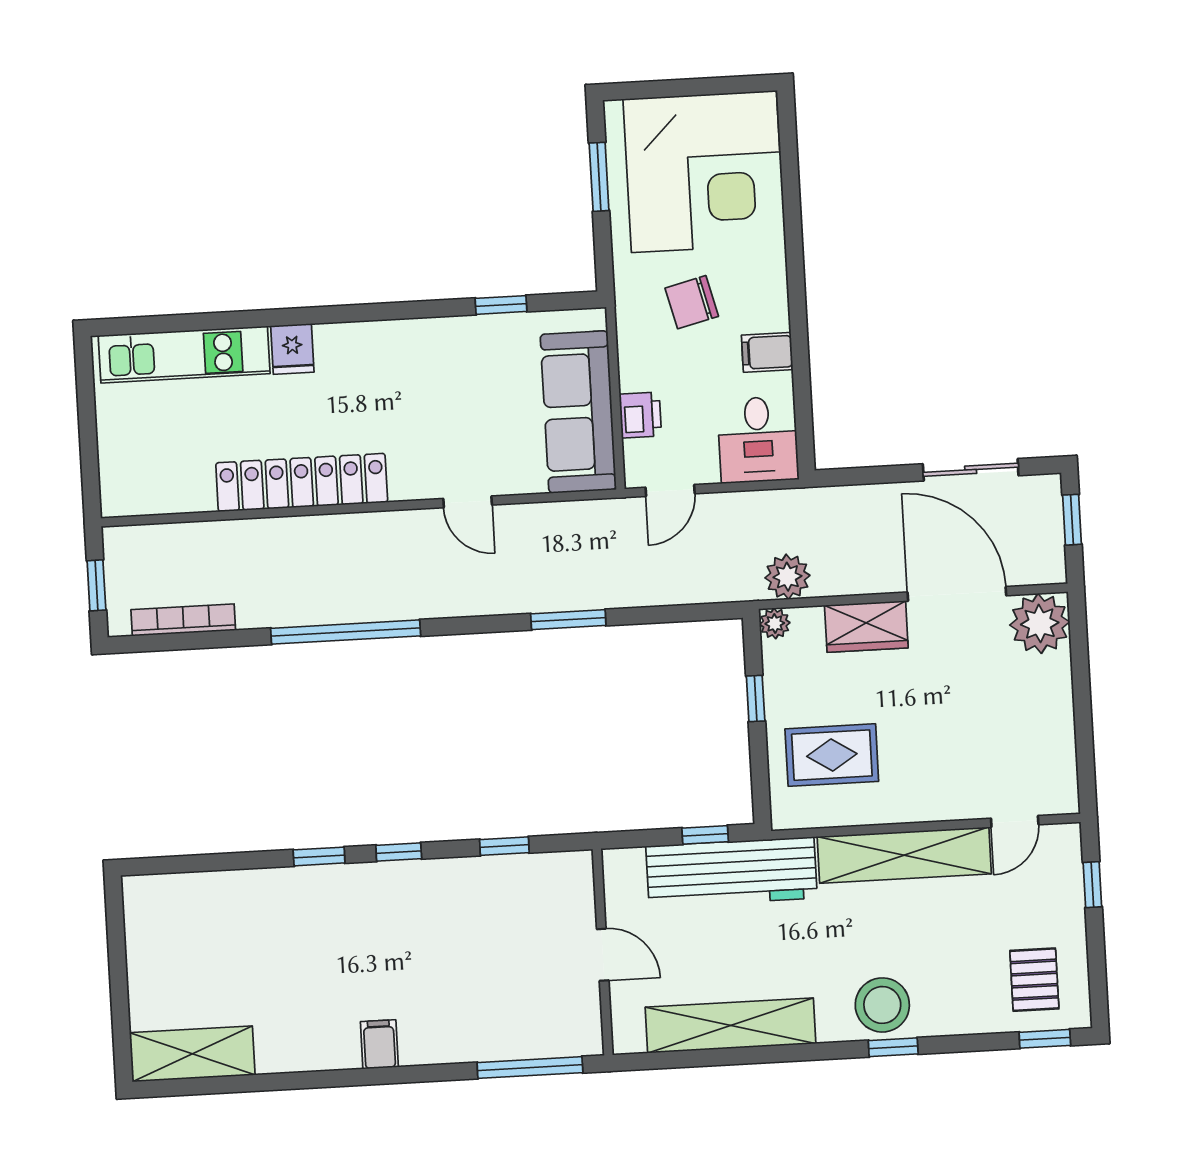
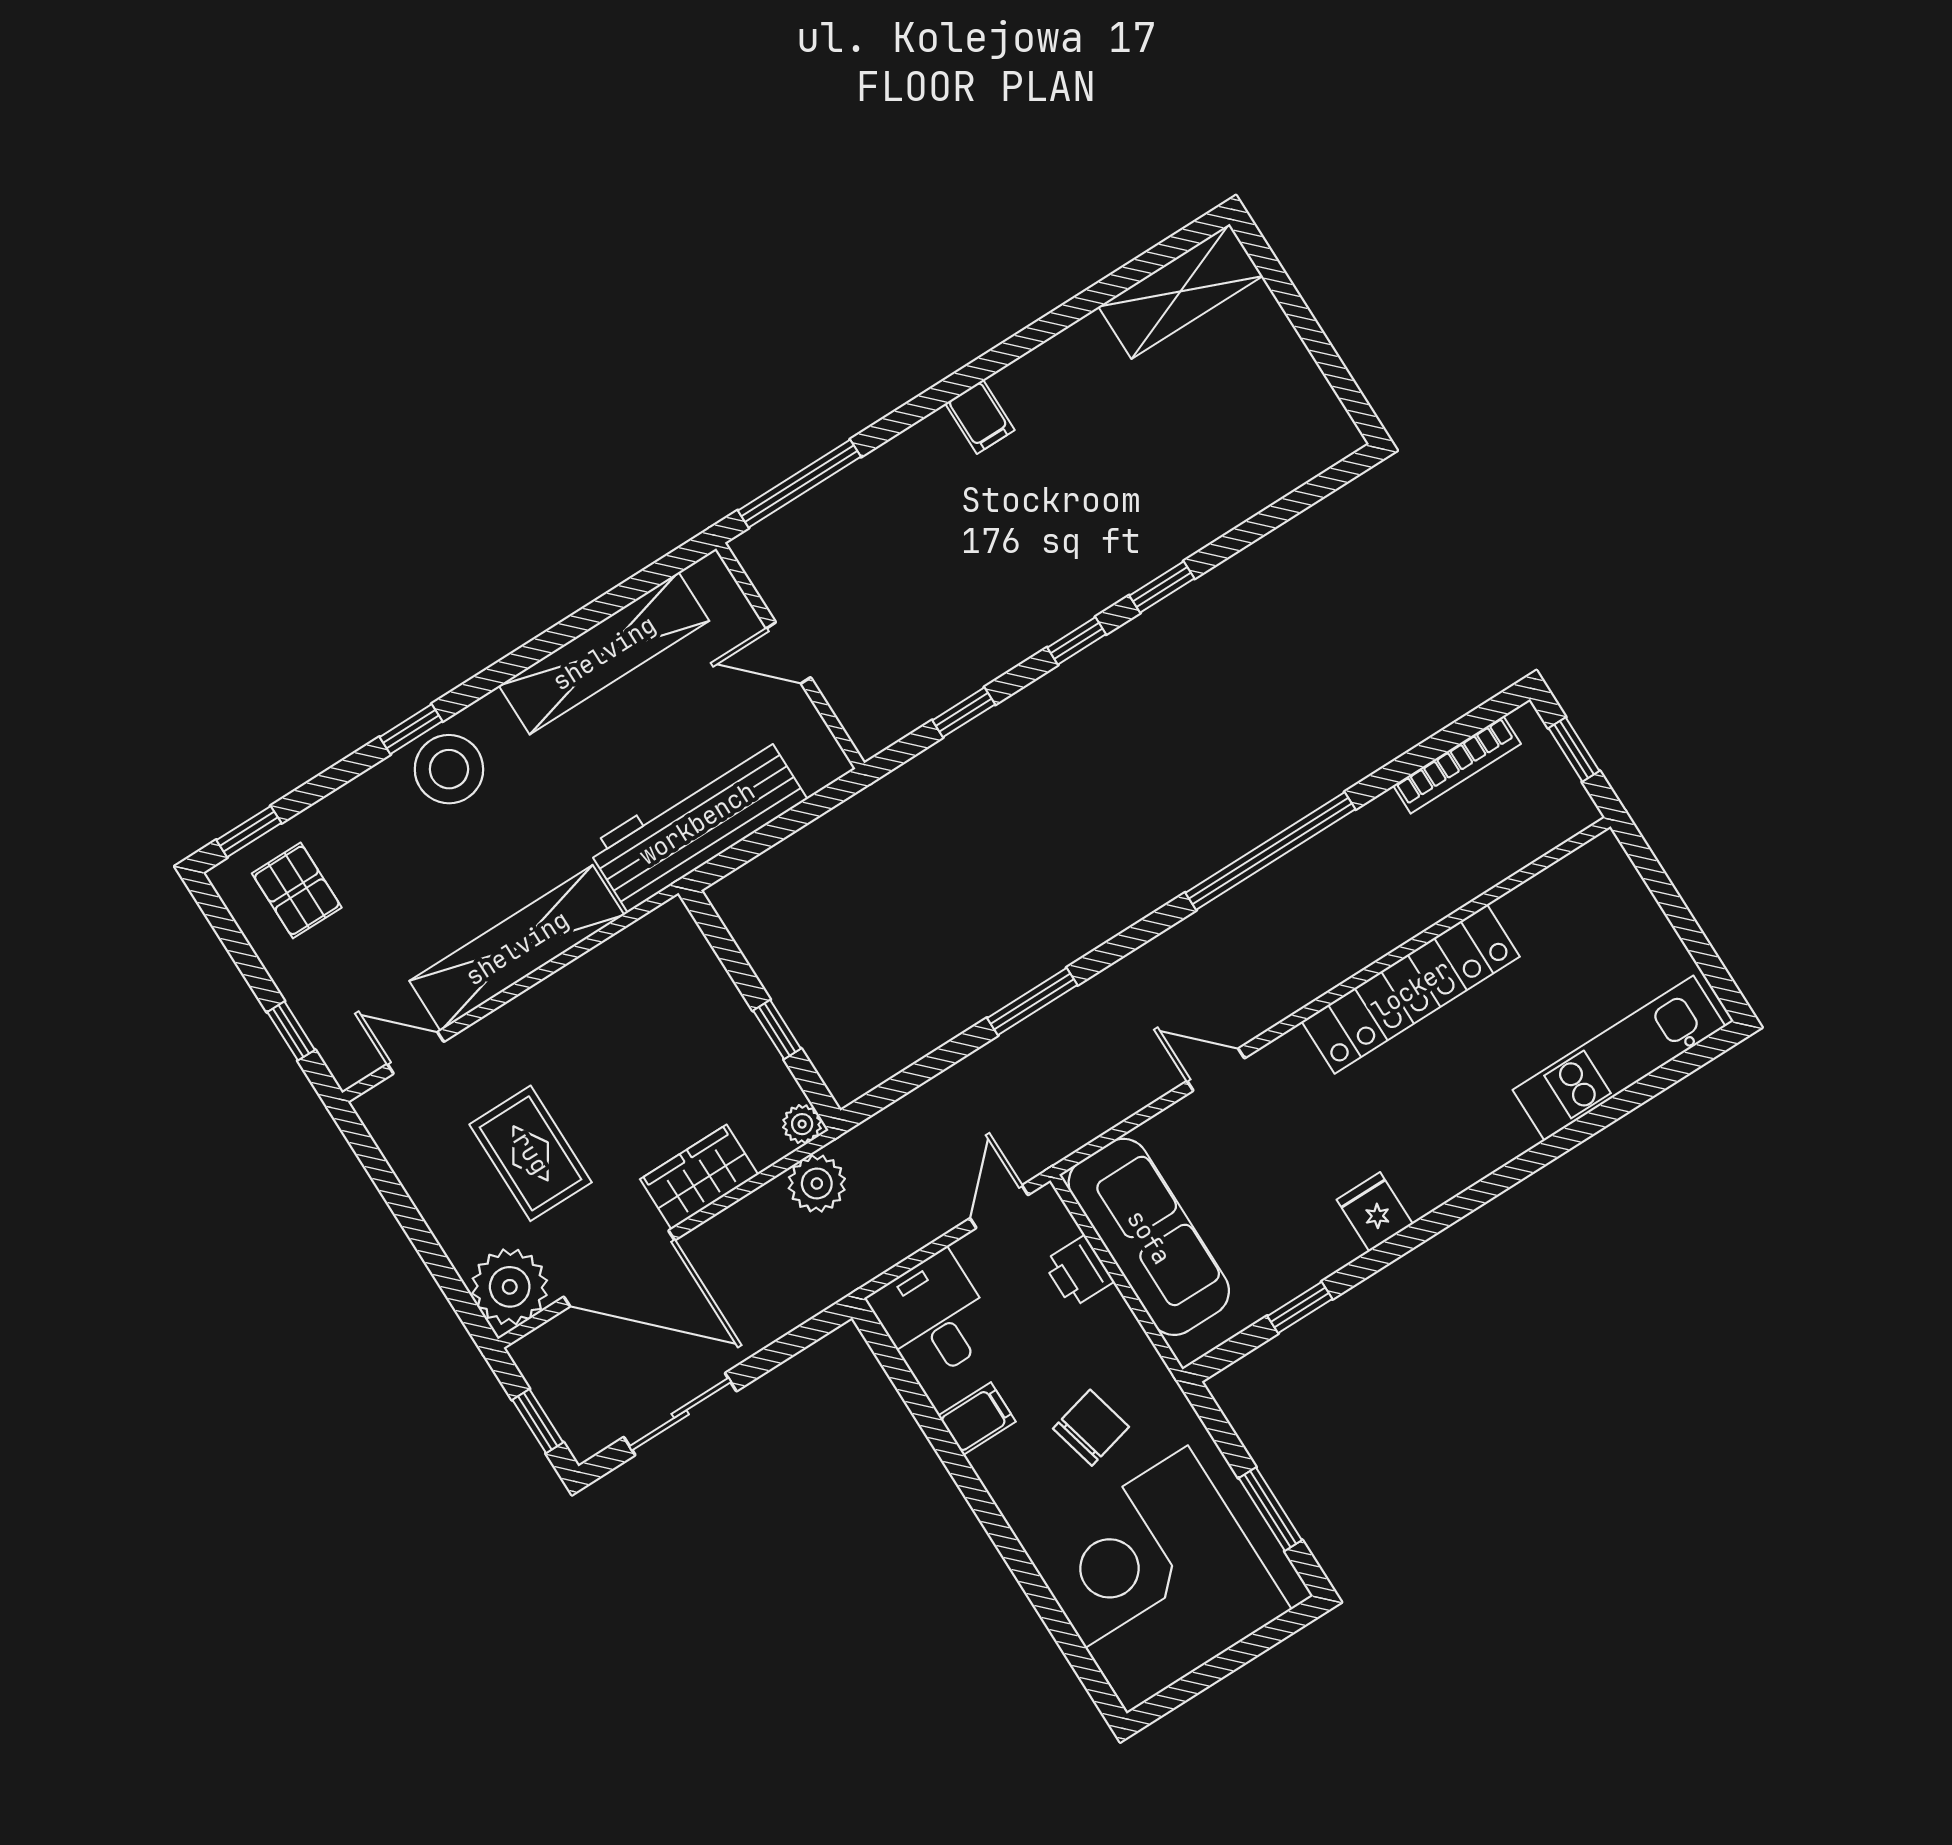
fridge: (292, 349) -> (1375, 1212), moved
rug: (832, 755) -> (531, 1153), moved, turned 90
door: (1015, 822) -> (416, 1053), hinge flipped
window: (705, 835) -> (749, 848), removed

